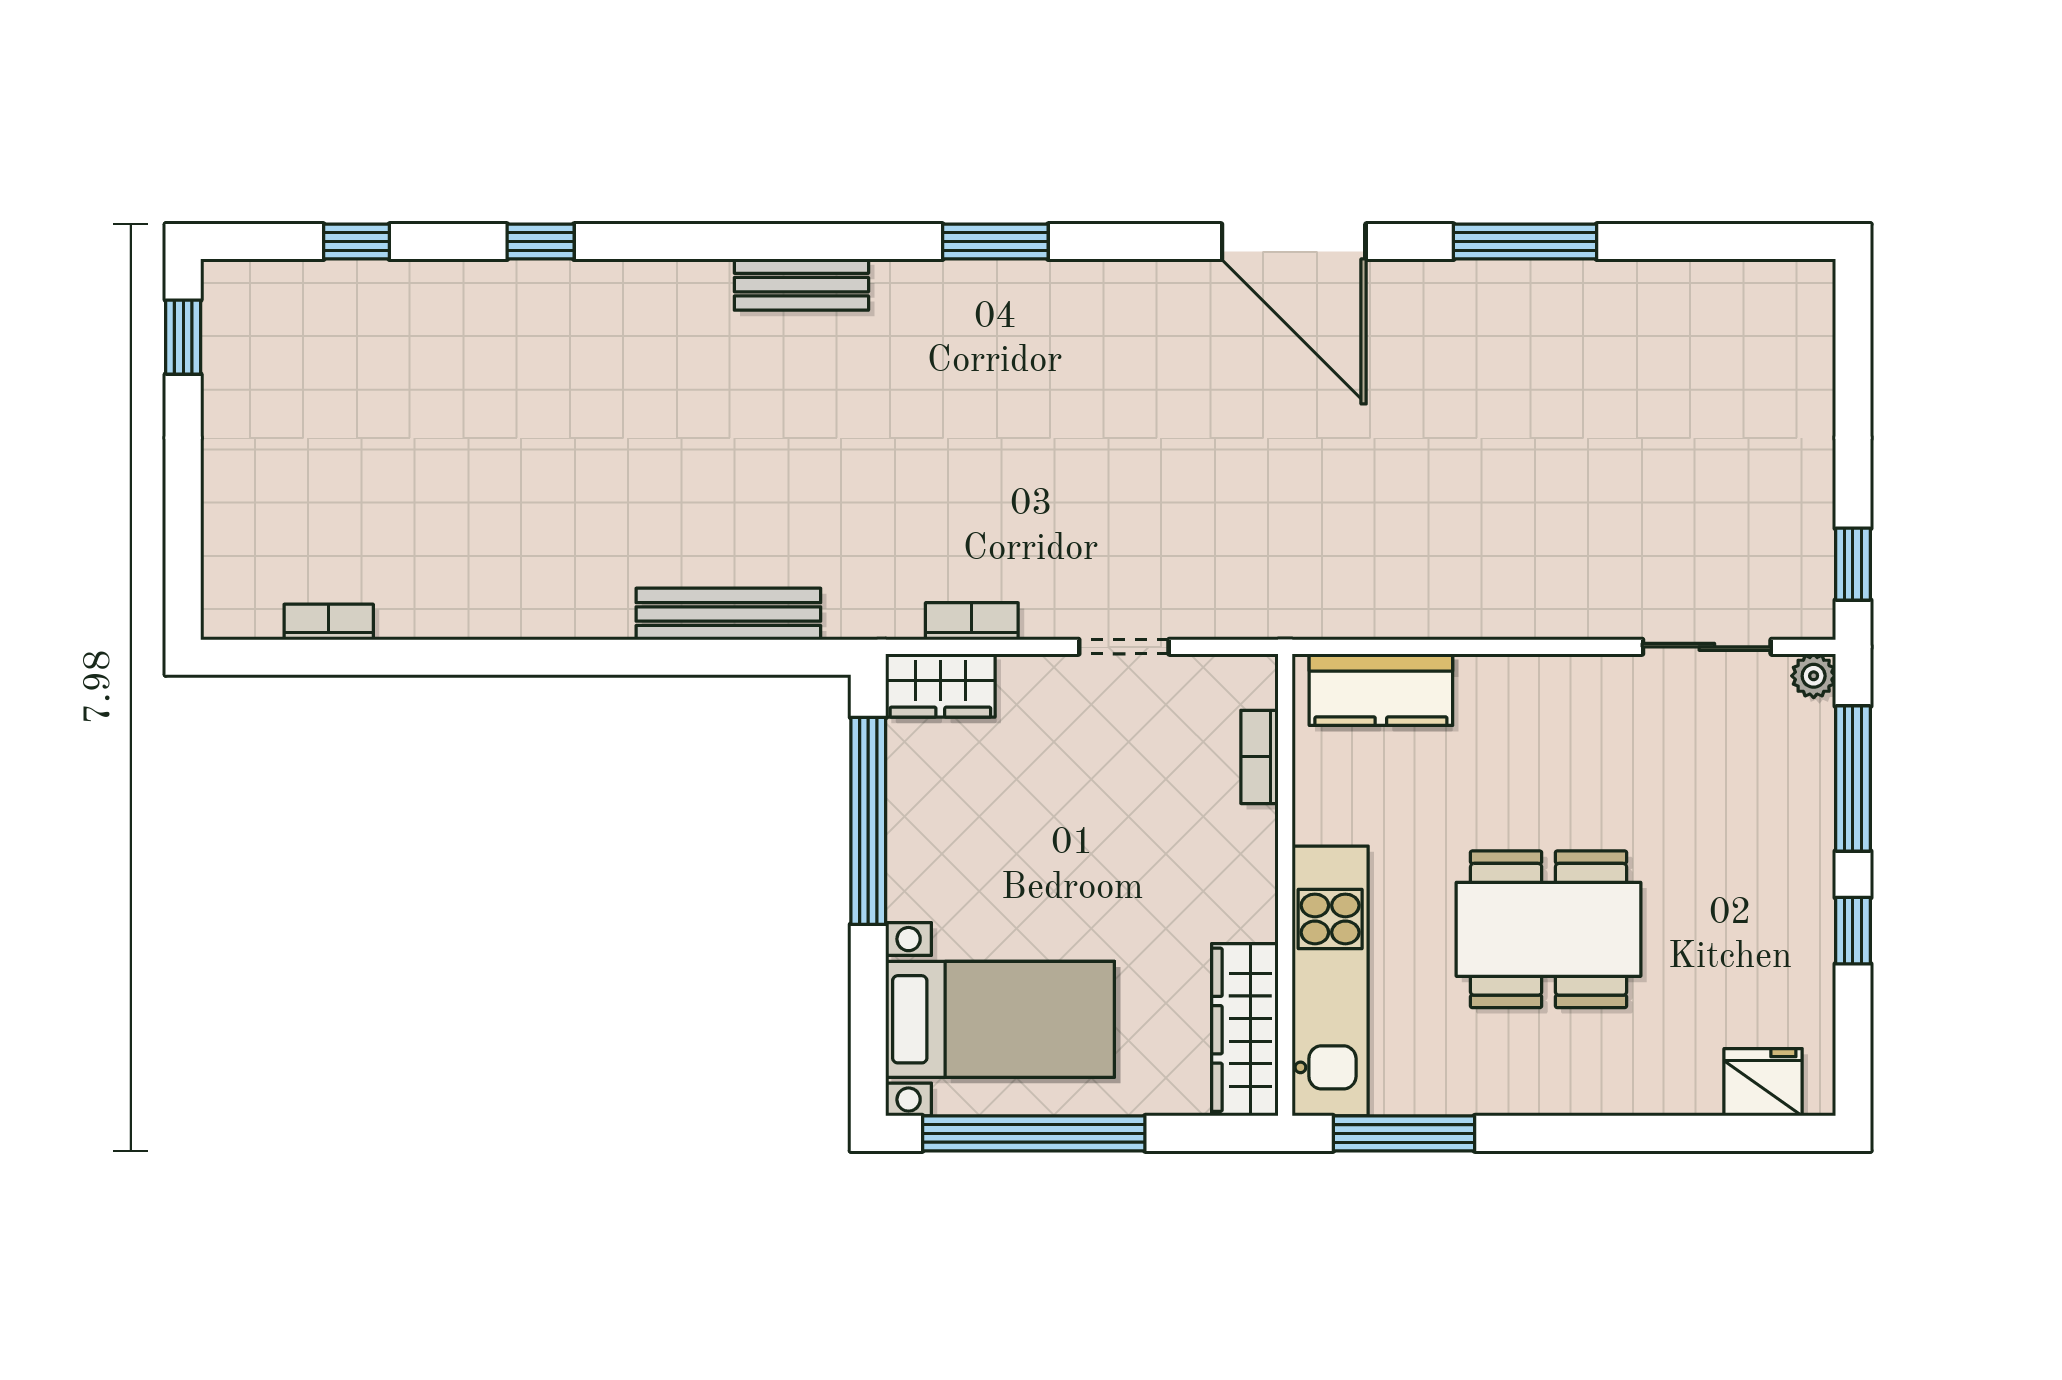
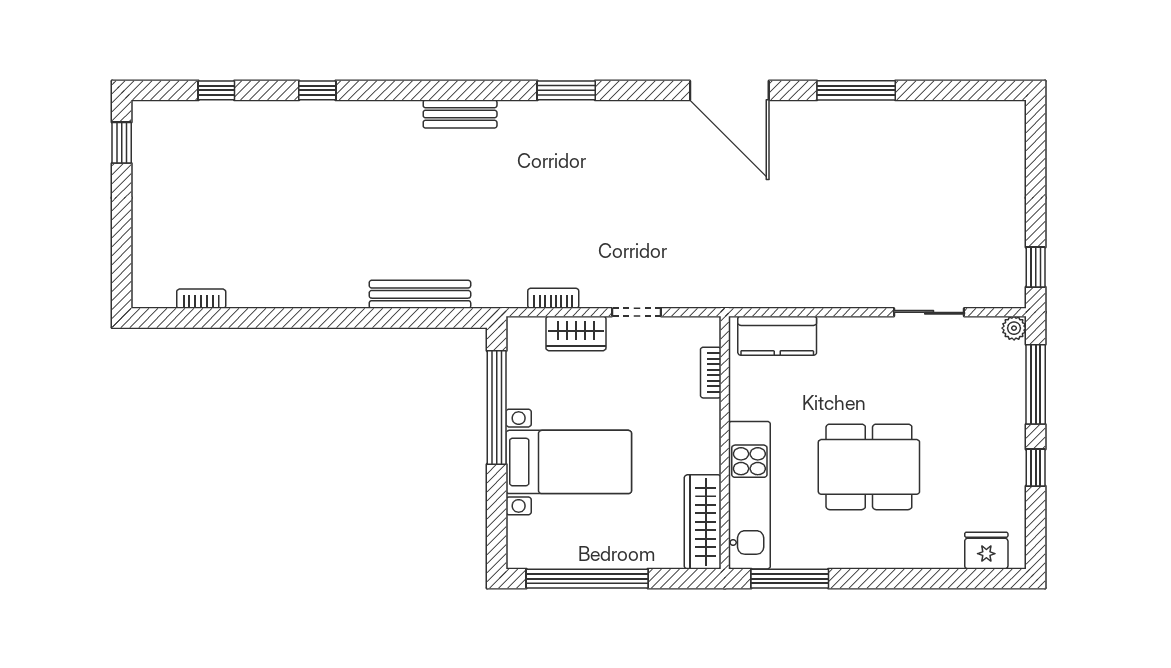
sliding door: (1707, 647) -> (929, 312), moved
wardrobe: (940, 686) -> (576, 333), moved
bed with nightstands: (1000, 1019) -> (569, 462), moved

